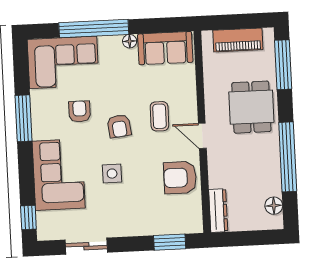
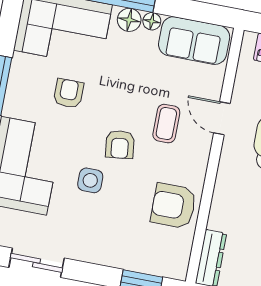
floor lamp: (112, 44) -> (129, 20), added
armchair: (119, 126) -> (120, 144), moved
door: (202, 136) -> (222, 118), moved

